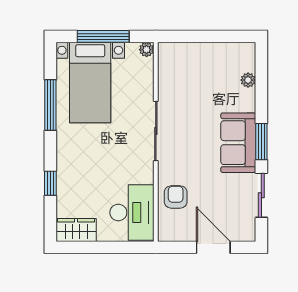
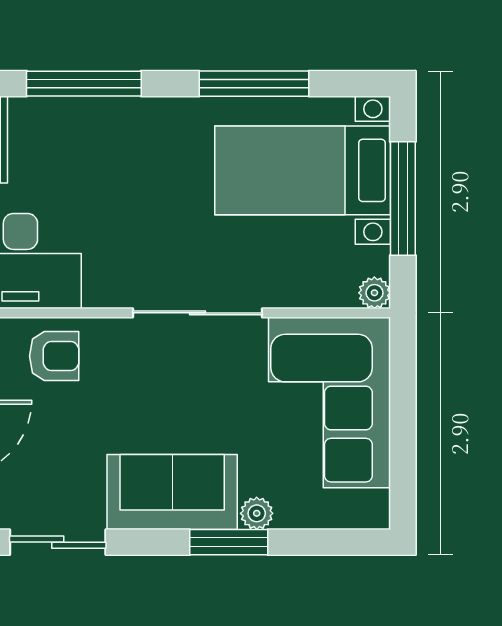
corner sofa: (197, 70) -> (329, 402), added
plant: (248, 80) -> (257, 513), moved
window: (261, 142) -> (229, 542), moved
window: (50, 183) -> (84, 84), width x2.17

